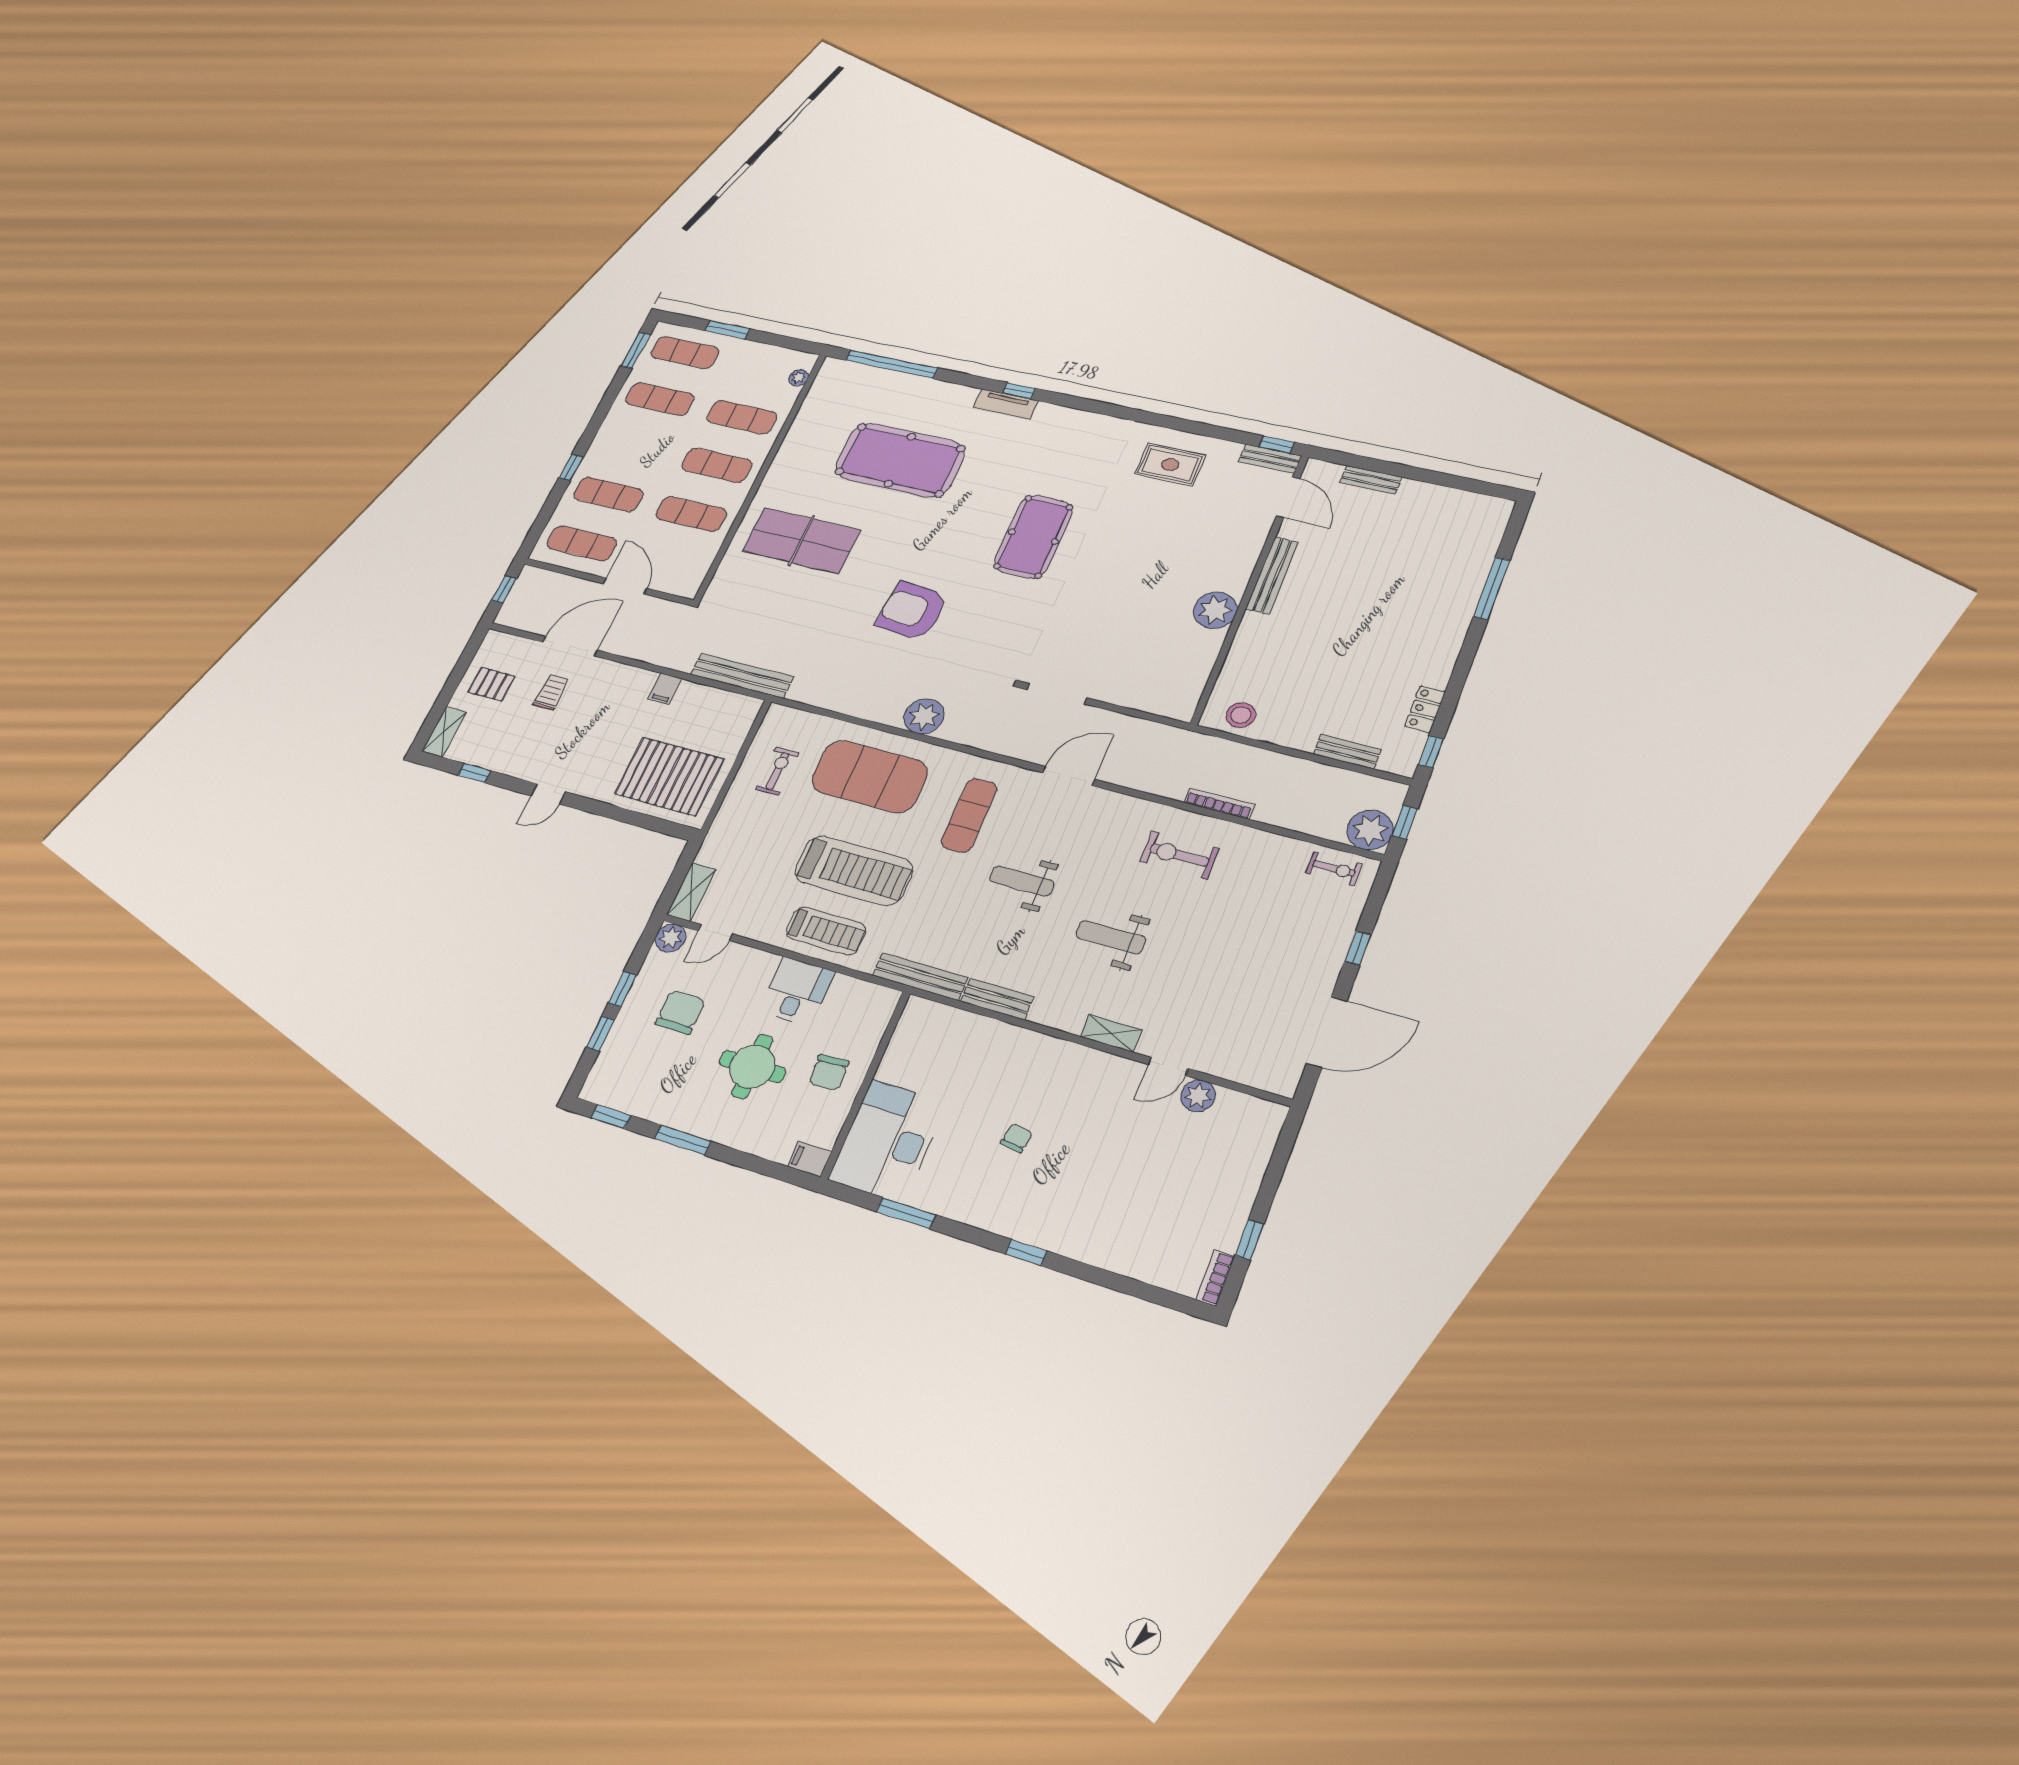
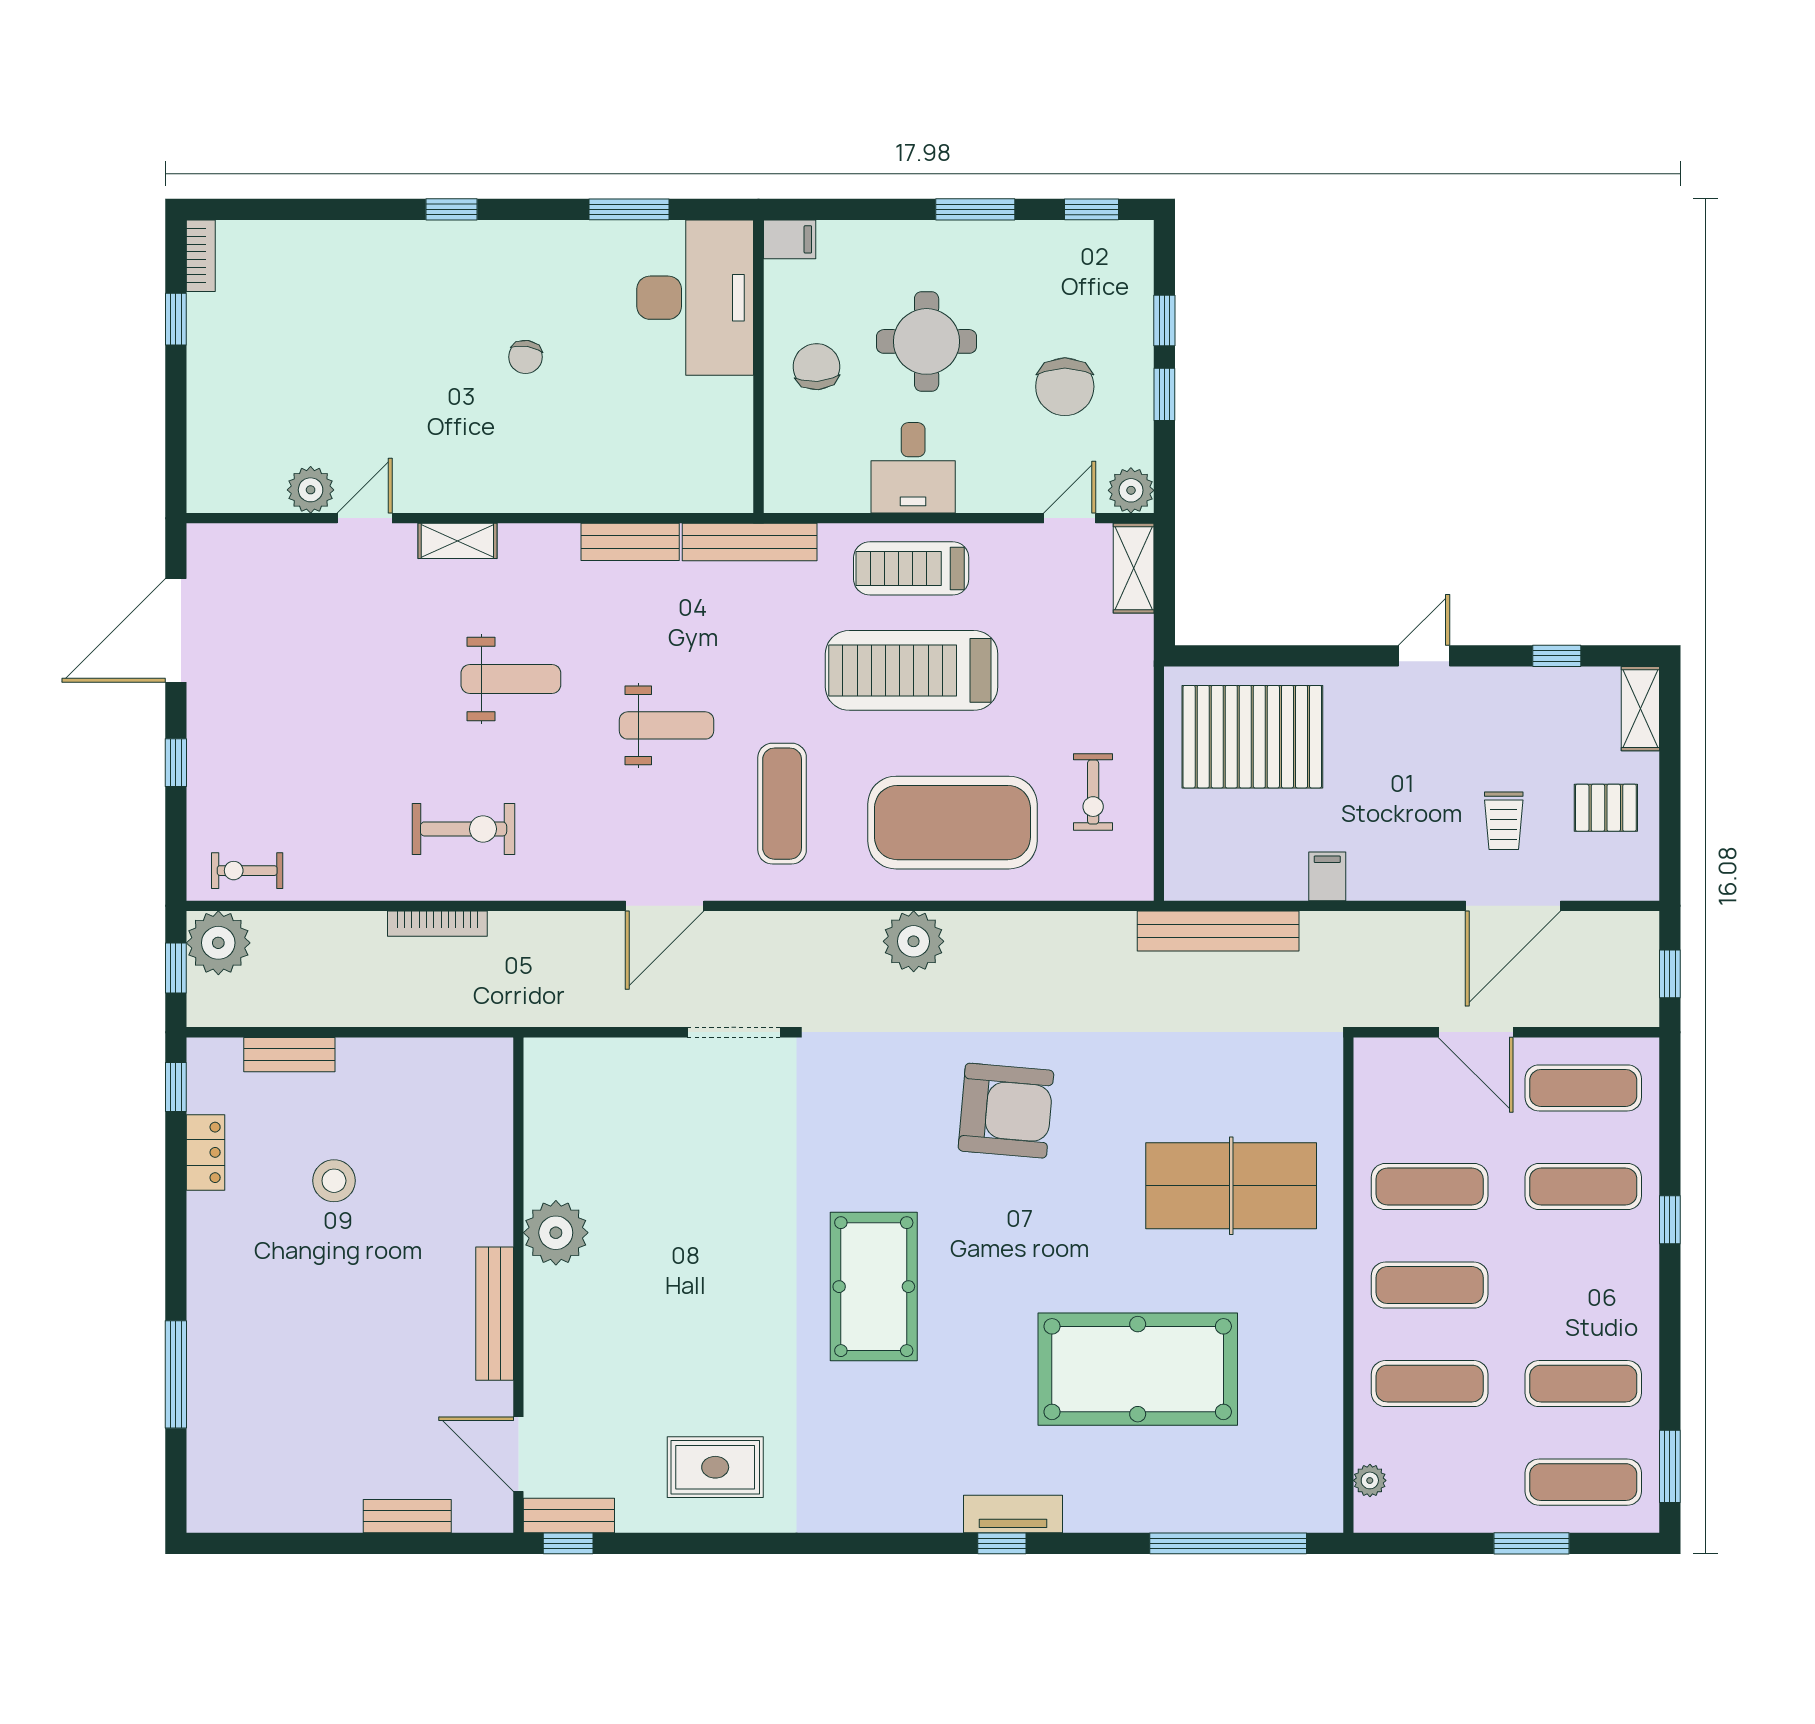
stool: (1241, 715) -> (334, 1181), moved

